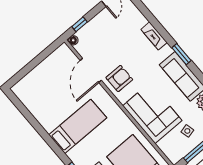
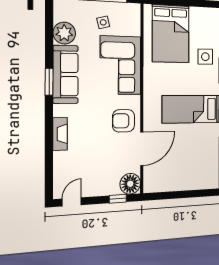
floor lamp: (73, 40) -> (130, 184), width x1.89, depth x1.89
window: (181, 54) -> (49, 82), moved

